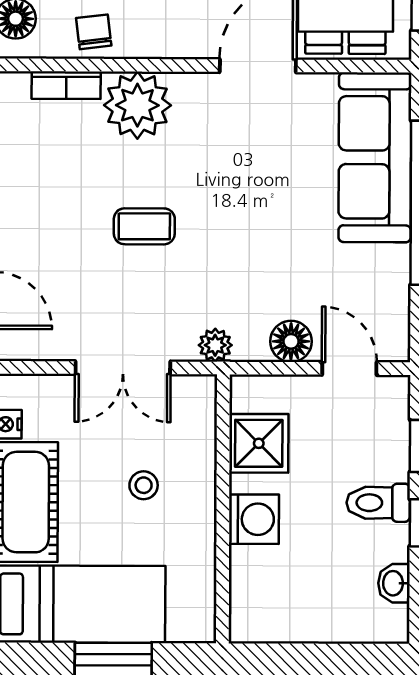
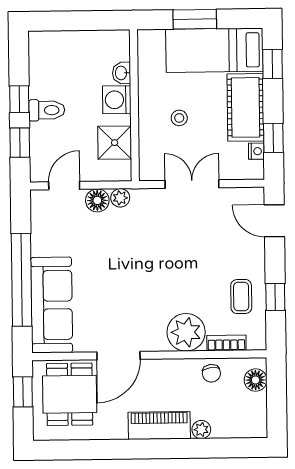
coffee table: (144, 226) -> (241, 297), moved, turned 90
plant: (215, 345) -> (120, 198), moved
door: (349, 369) -> (64, 186), swing flipped
washbasin: (394, 583) -> (122, 73), moved, turned 180

